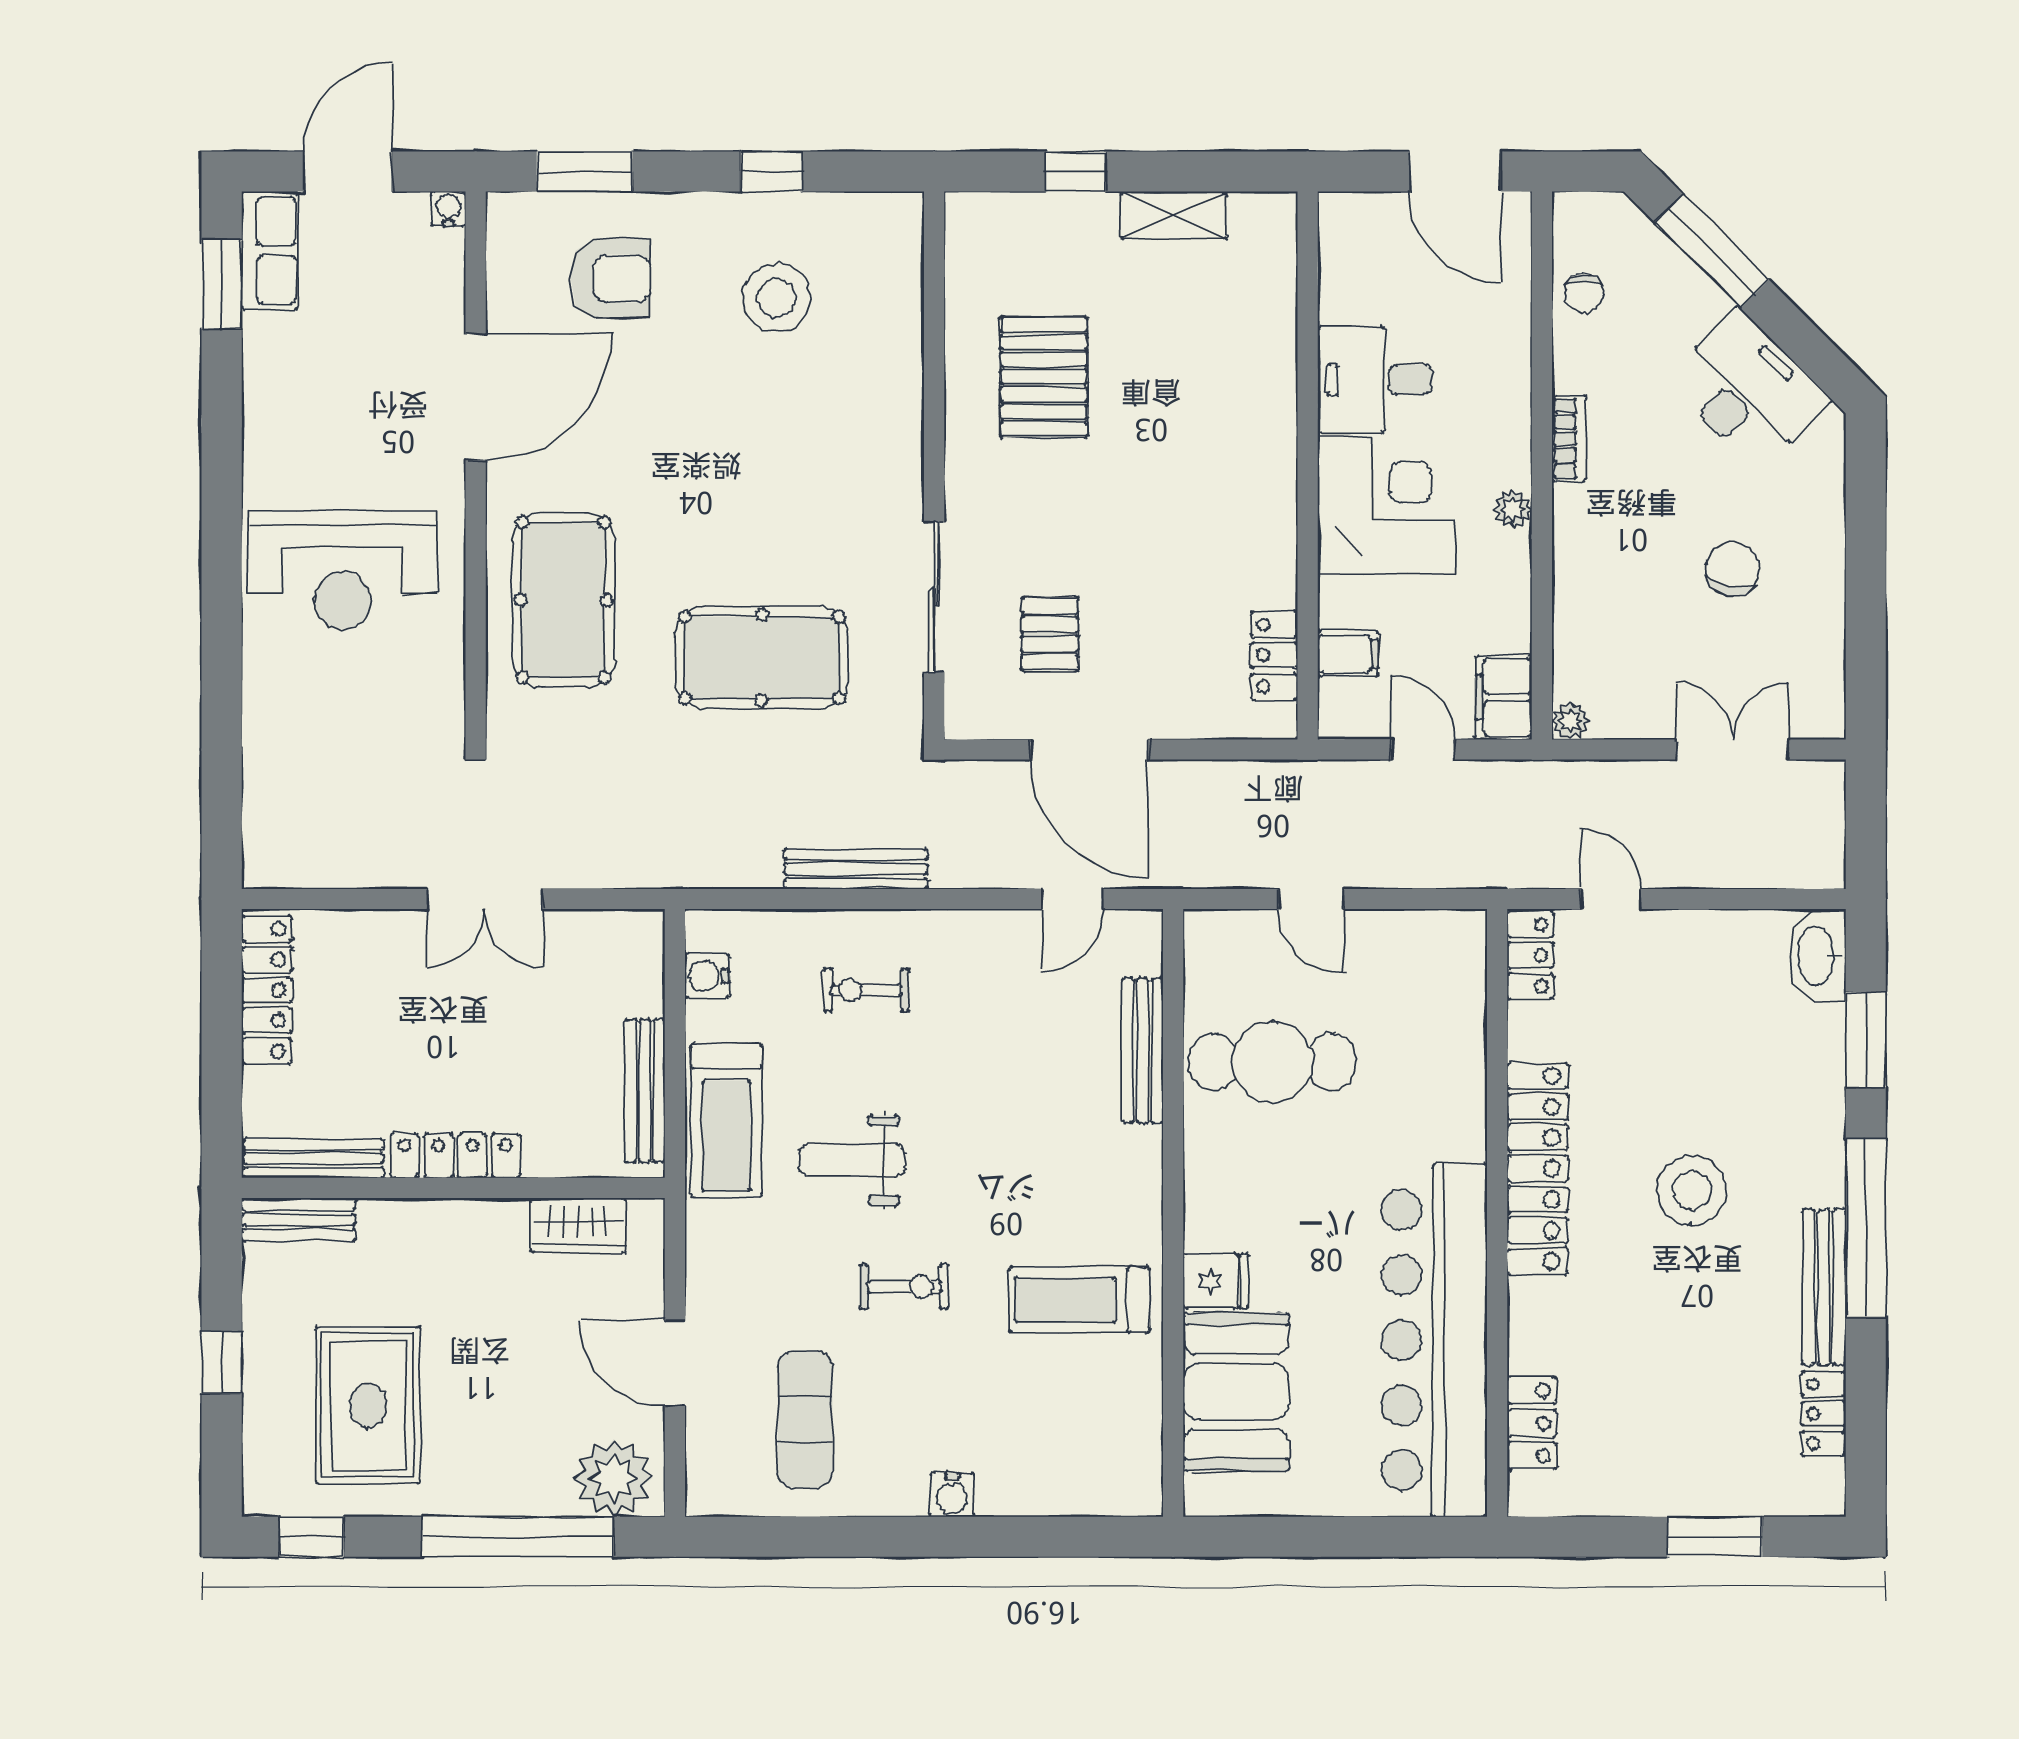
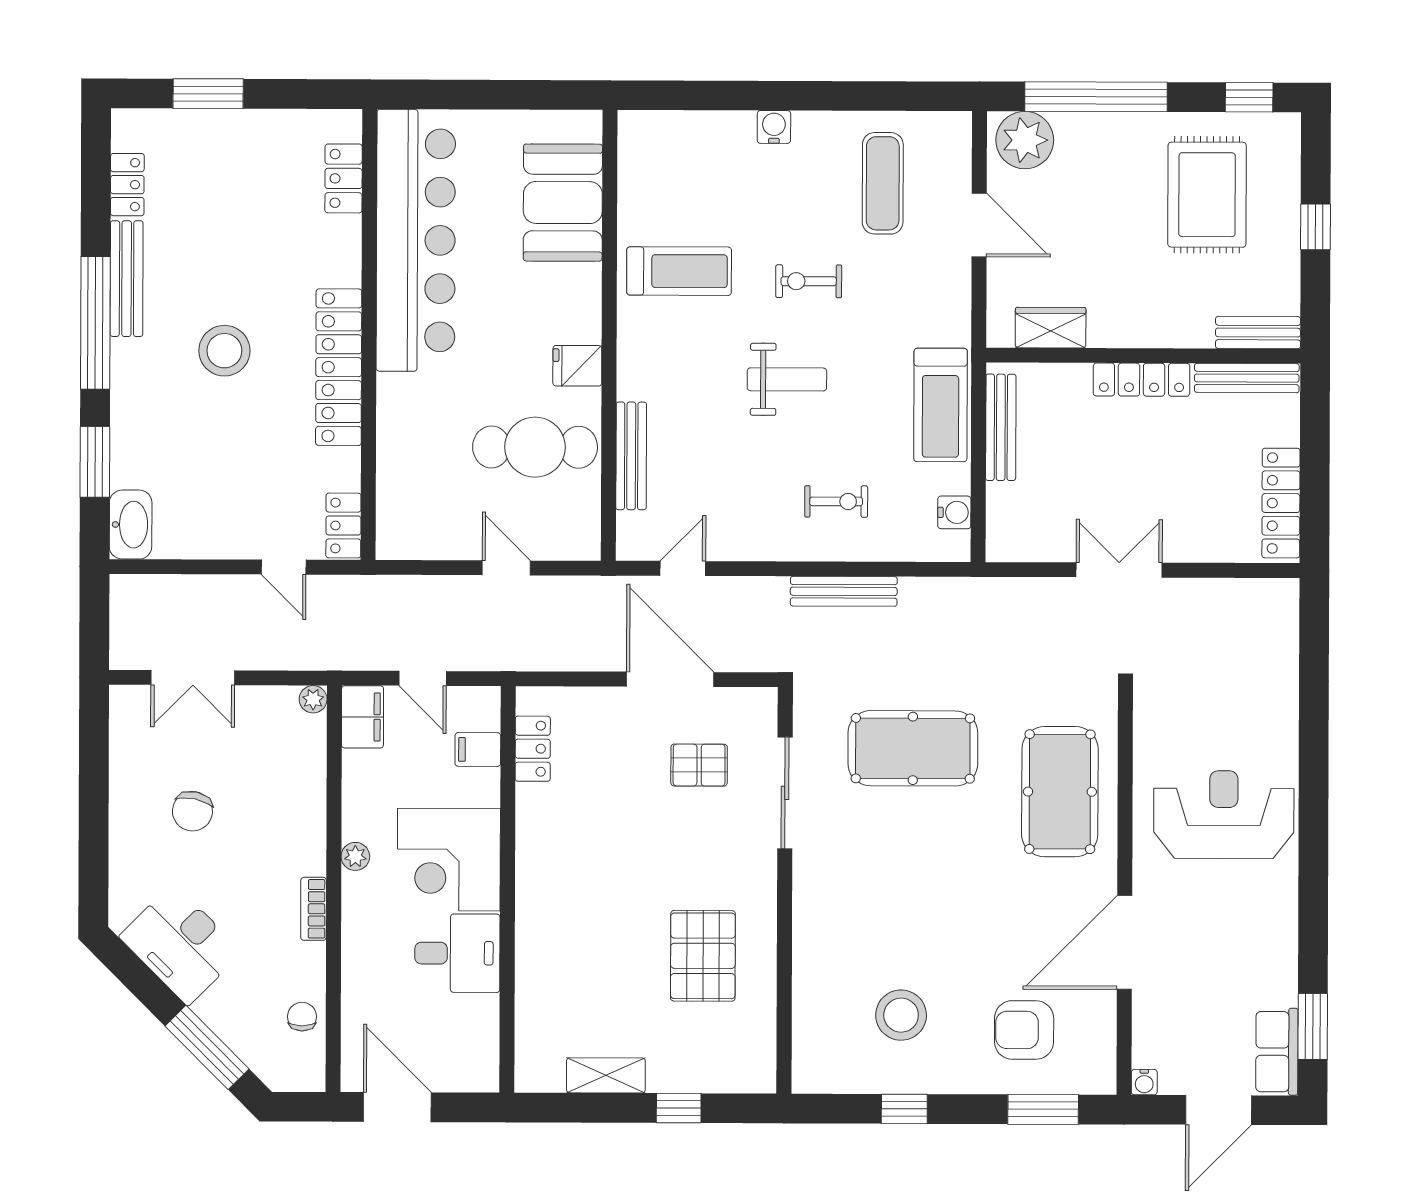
pallet: (1050, 634) -> (699, 765), turned 90
treadmill: (726, 1121) -> (941, 405), turned 180
weight bench: (852, 1161) -> (787, 379), moved
fridge: (1216, 1281) -> (577, 366), moved

